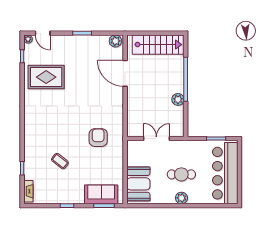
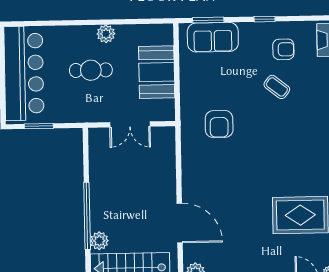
plant: (178, 99) -> (99, 241), moved
booth: (138, 184) -> (157, 72), moved
armchair: (55, 186) -> (283, 49), added
plant: (181, 198) -> (106, 34), moved

